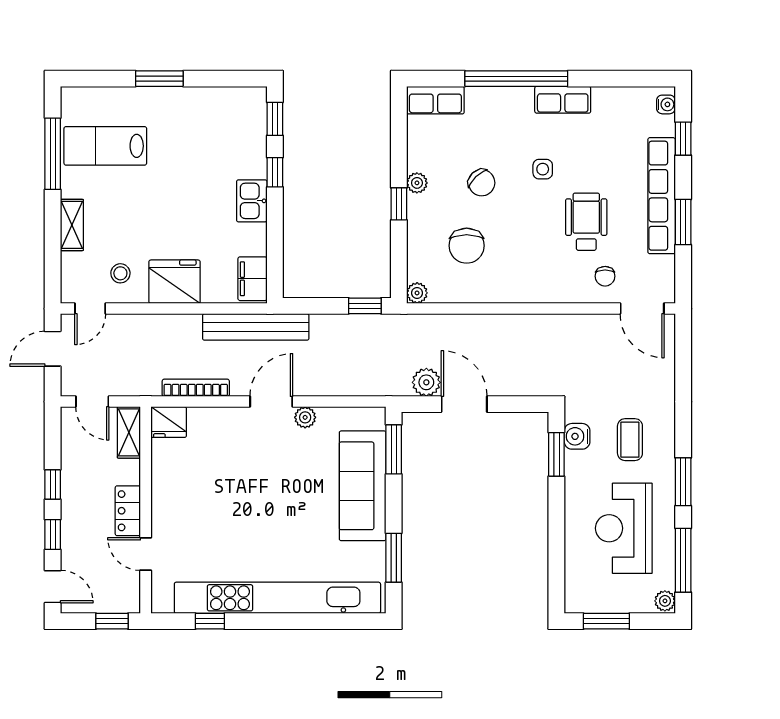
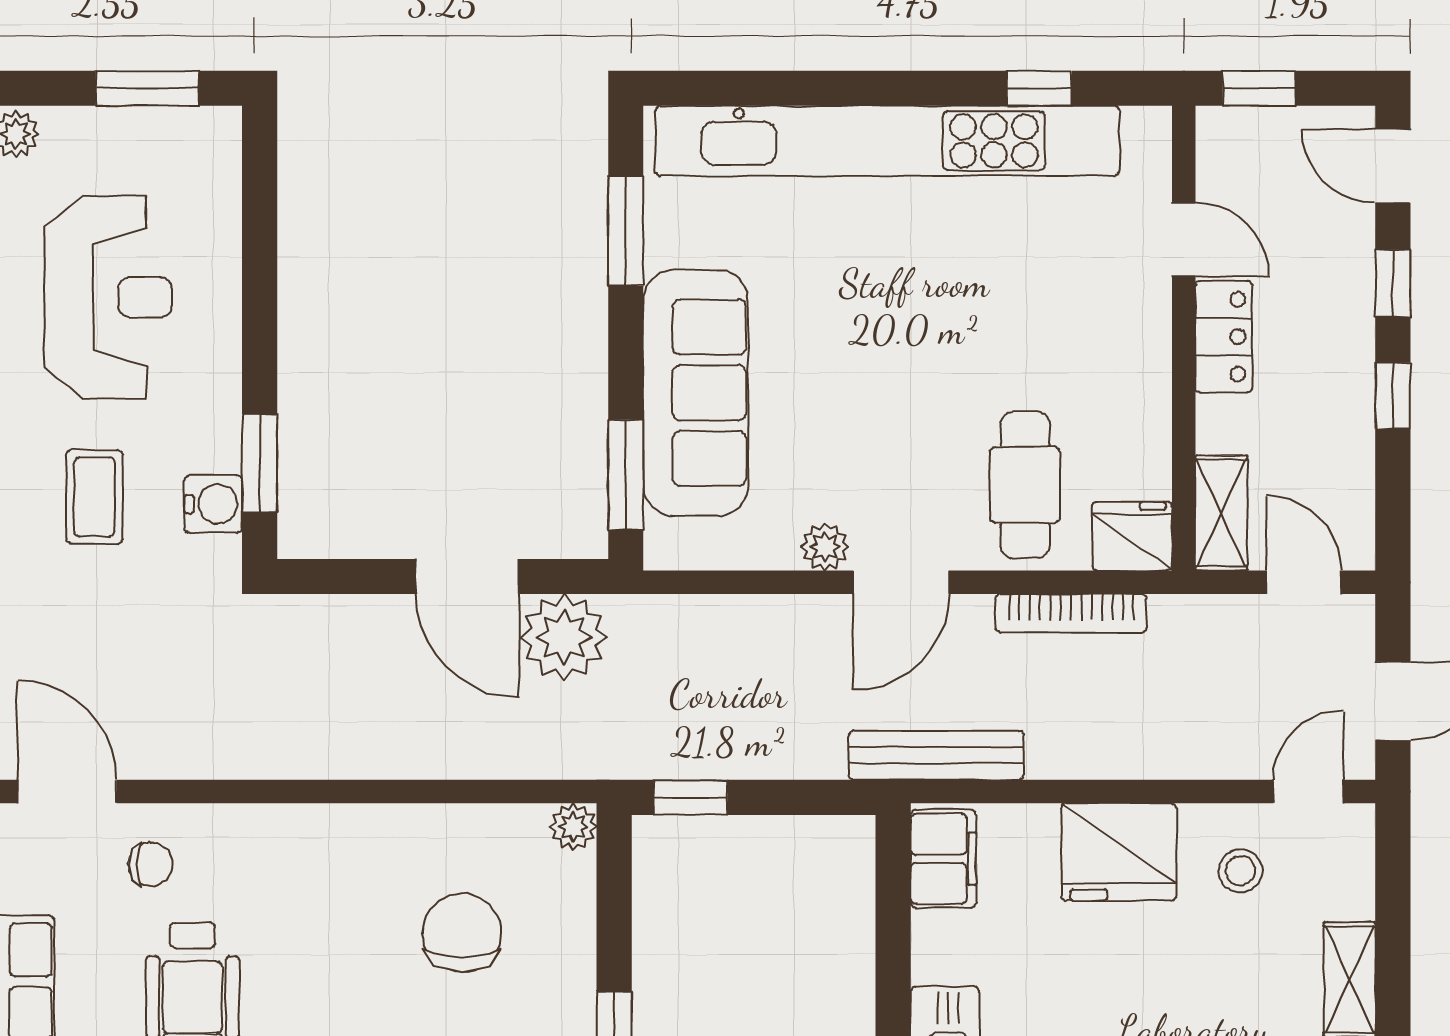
chair: (605, 276) -> (150, 864), turned 90
bench: (256, 327) -> (936, 755), width x0.73, depth x0.82
plant: (426, 382) -> (564, 637), width x1.36, depth x1.36
cafe table: (216, 445) -> (1025, 485), added

